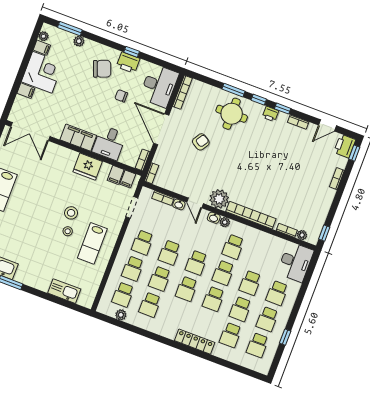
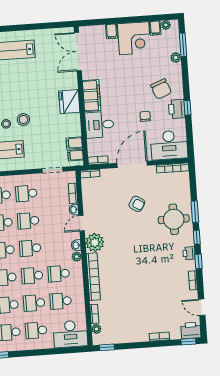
fridge: (88, 167) -> (69, 102), moved
school desk: (260, 257) -> (61, 301), added

